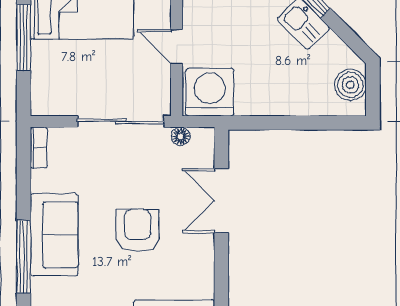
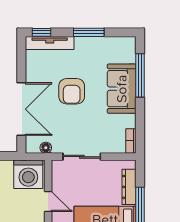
dresser: (42, 71) -> (129, 187), added
sliding door: (121, 121) -> (82, 157), width x0.73
double door: (221, 201) -> (21, 109), width x1.37

